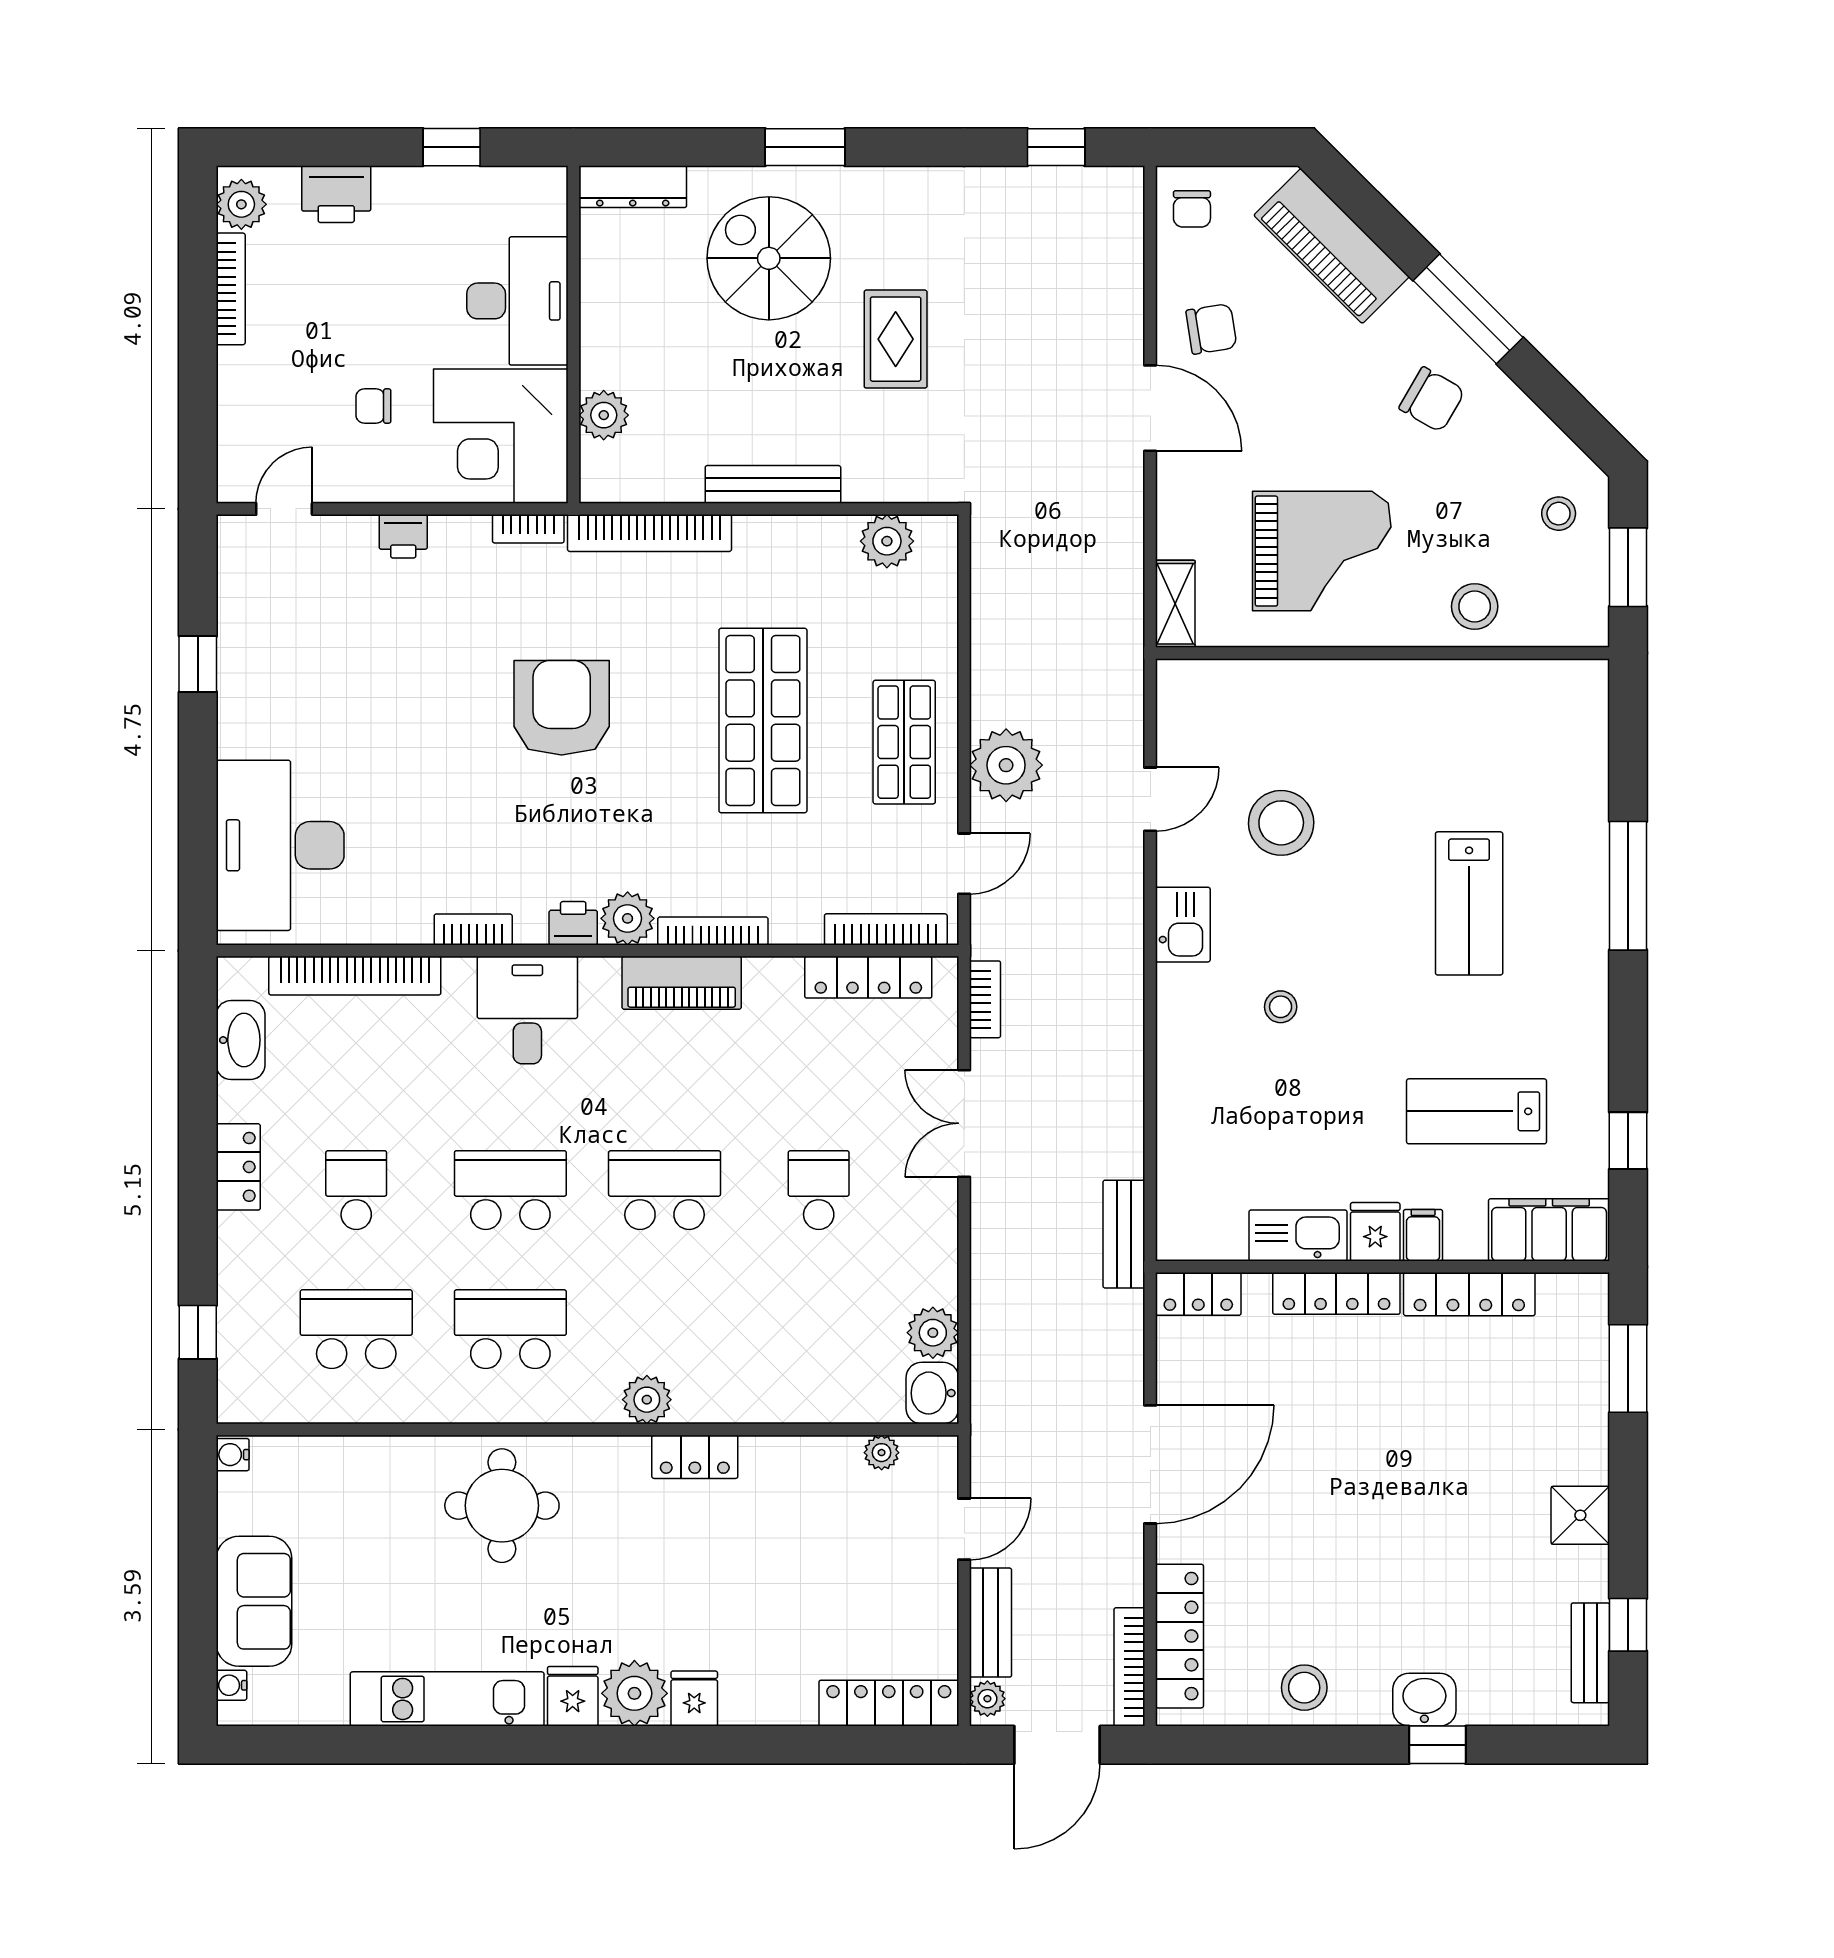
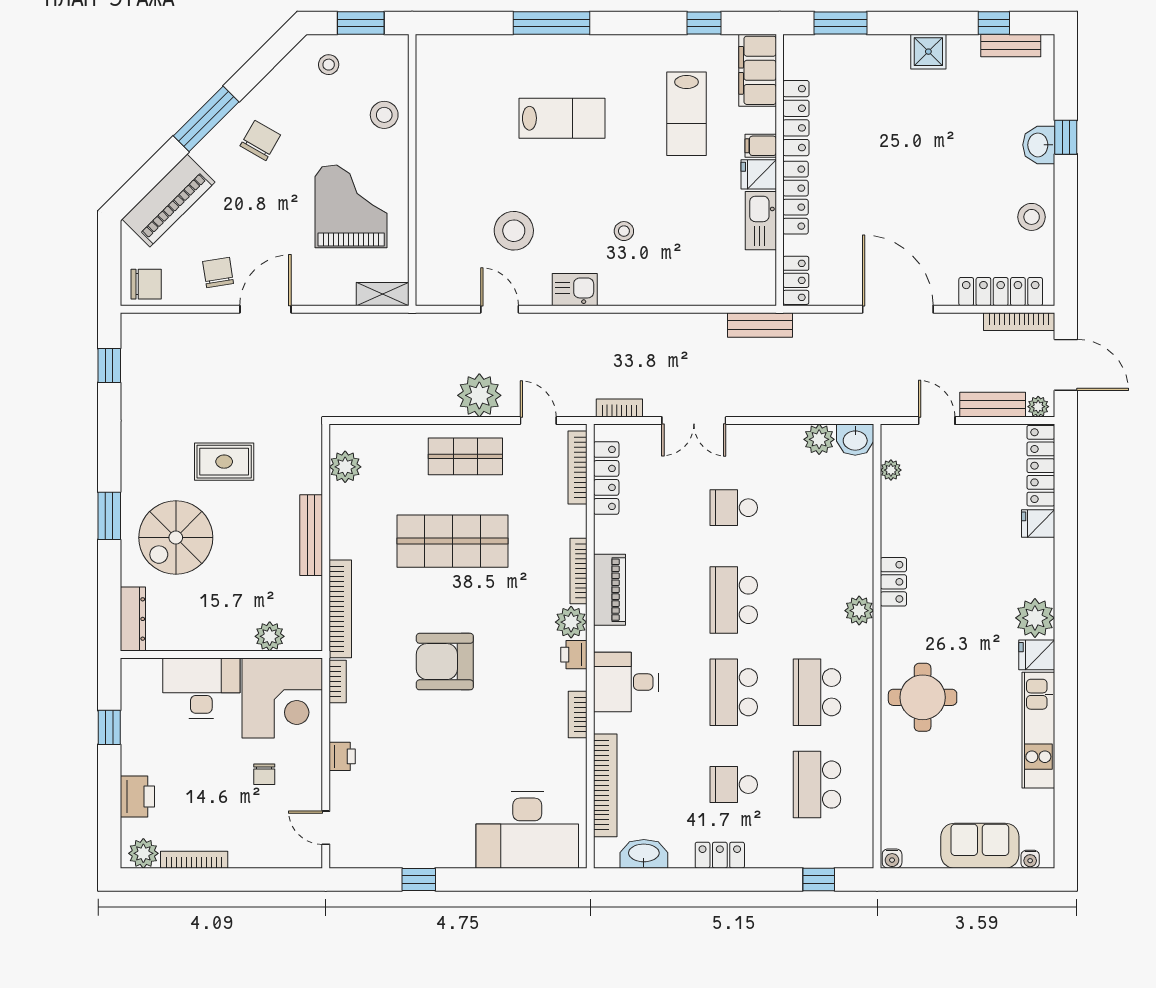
chair: (1192, 209) -> (146, 284), width x1.37, depth x1.37
fridge: (694, 1699) -> (1038, 524), moved

